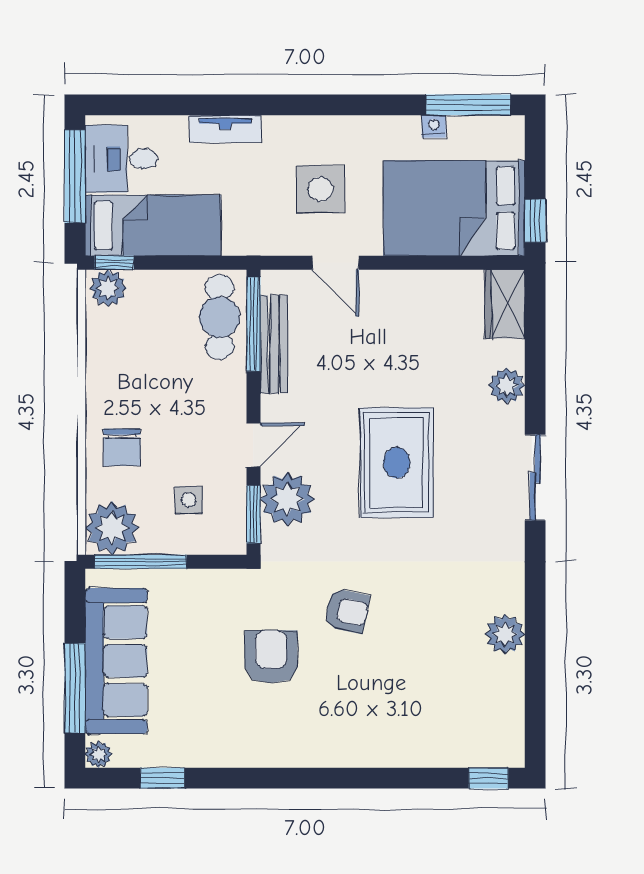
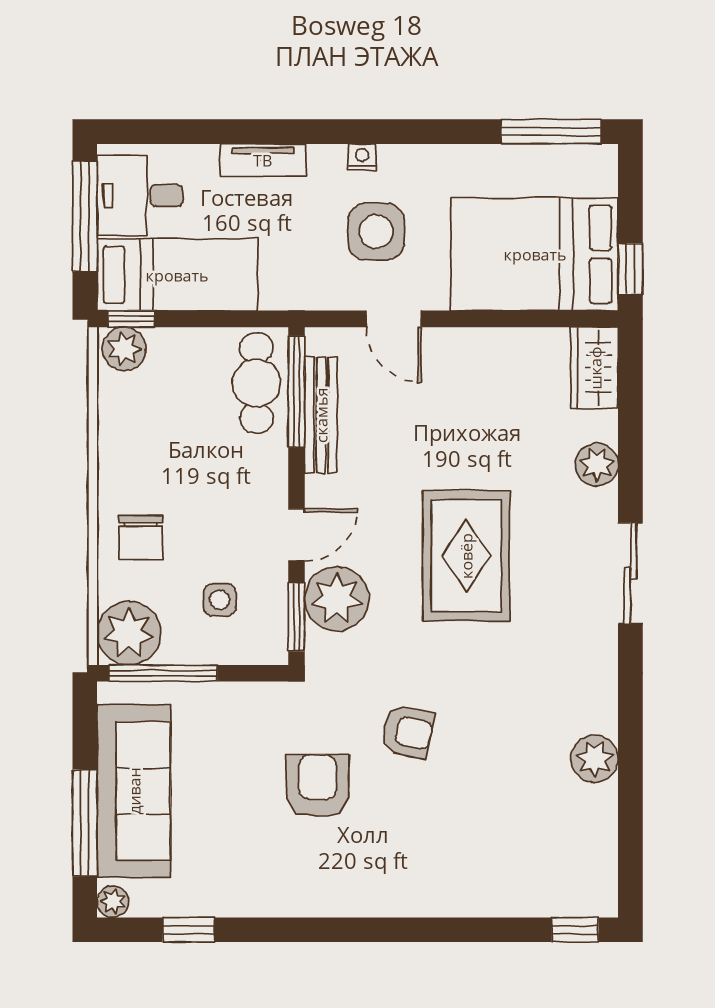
nightstand: (434, 126) -> (362, 157), moved

